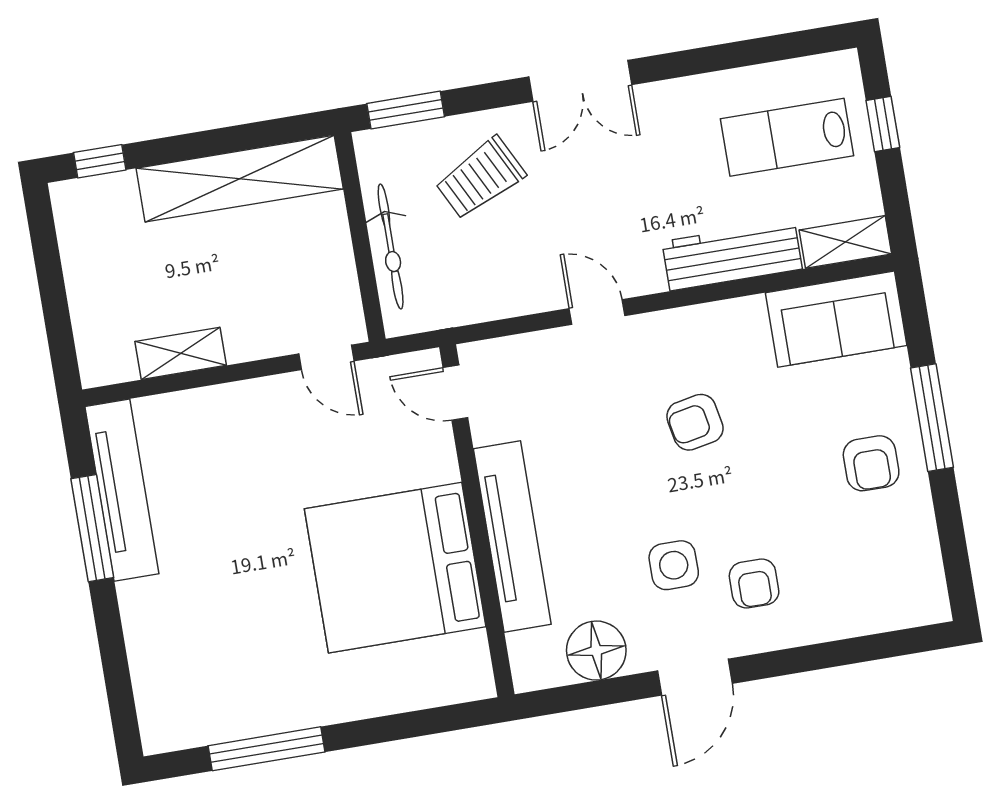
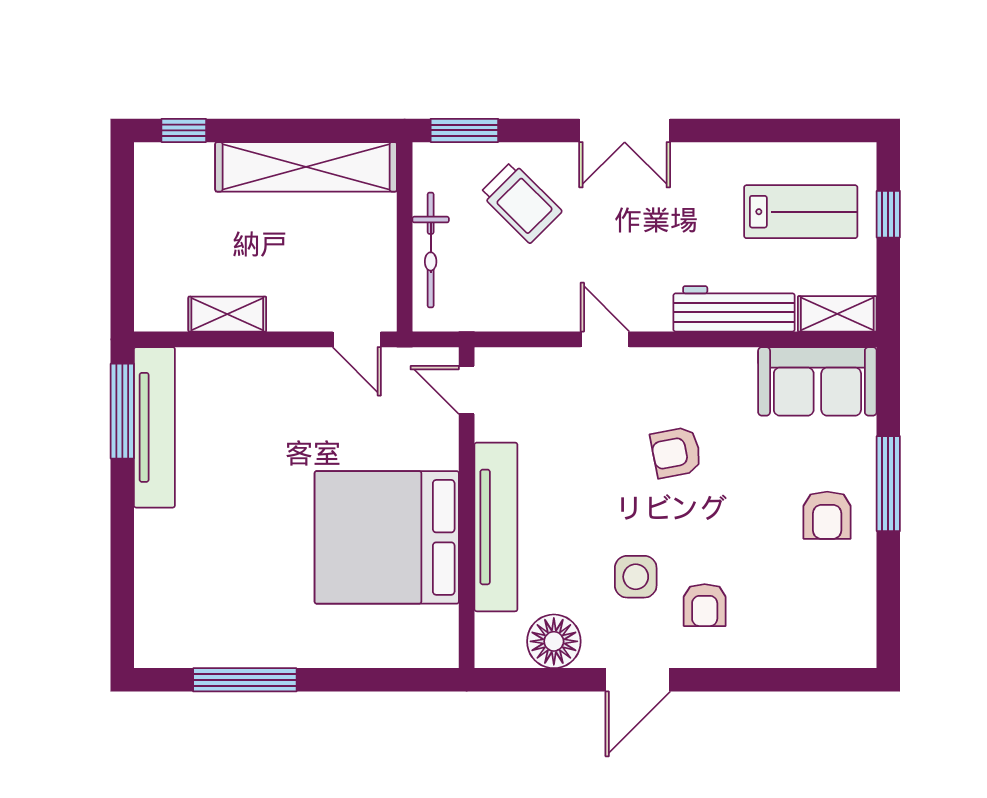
lab bench: (787, 137) -> (801, 212), turned 180
trolley: (480, 178) -> (521, 202), turned -108
window: (92, 528) -> (122, 411), moved

